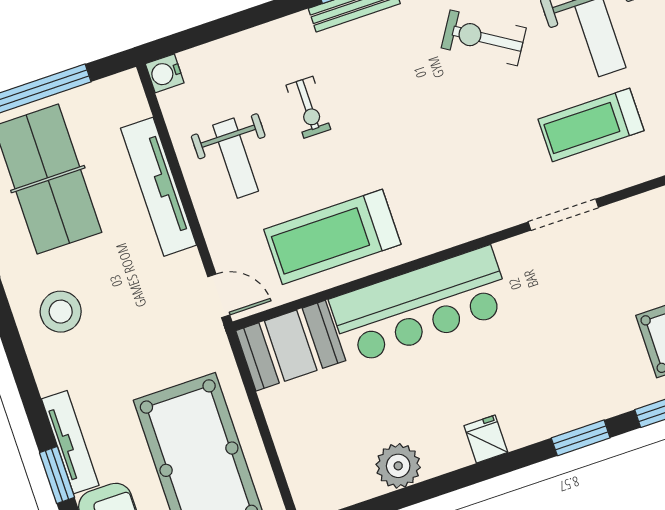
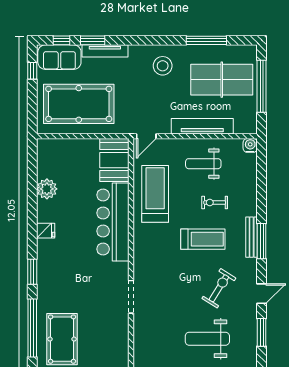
treadmill: (591, 125) -> (203, 239), moved, turned 90

